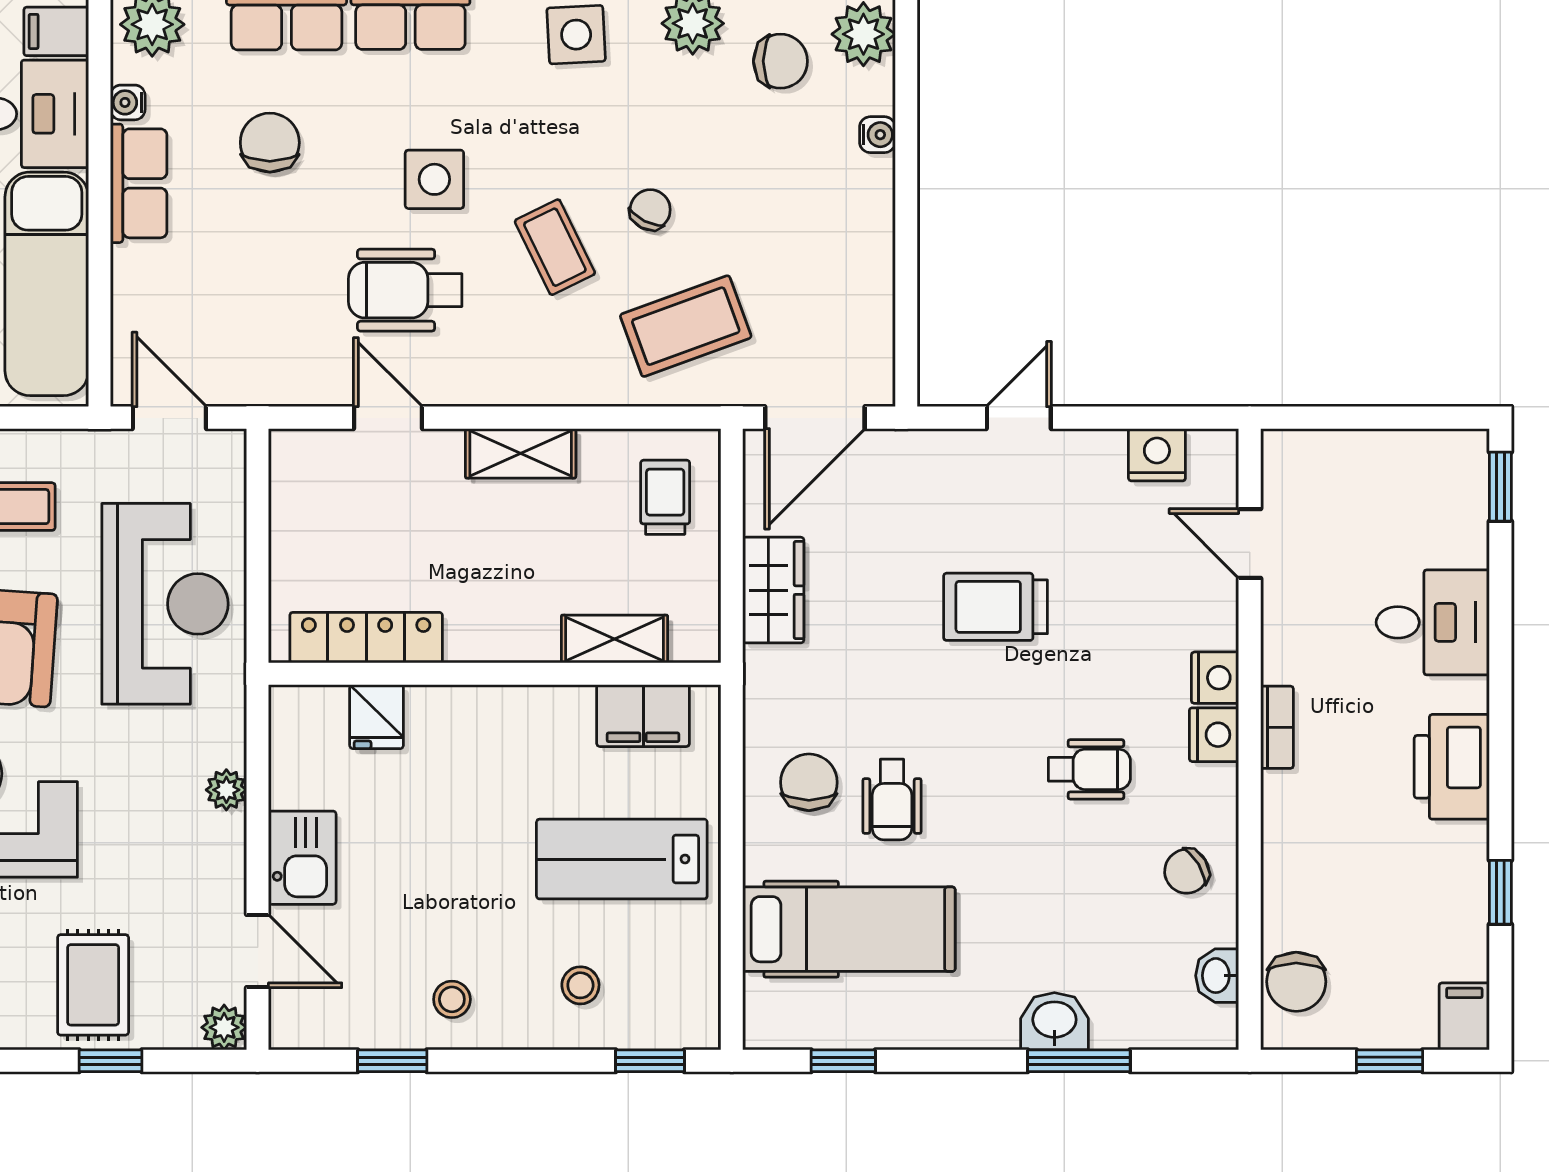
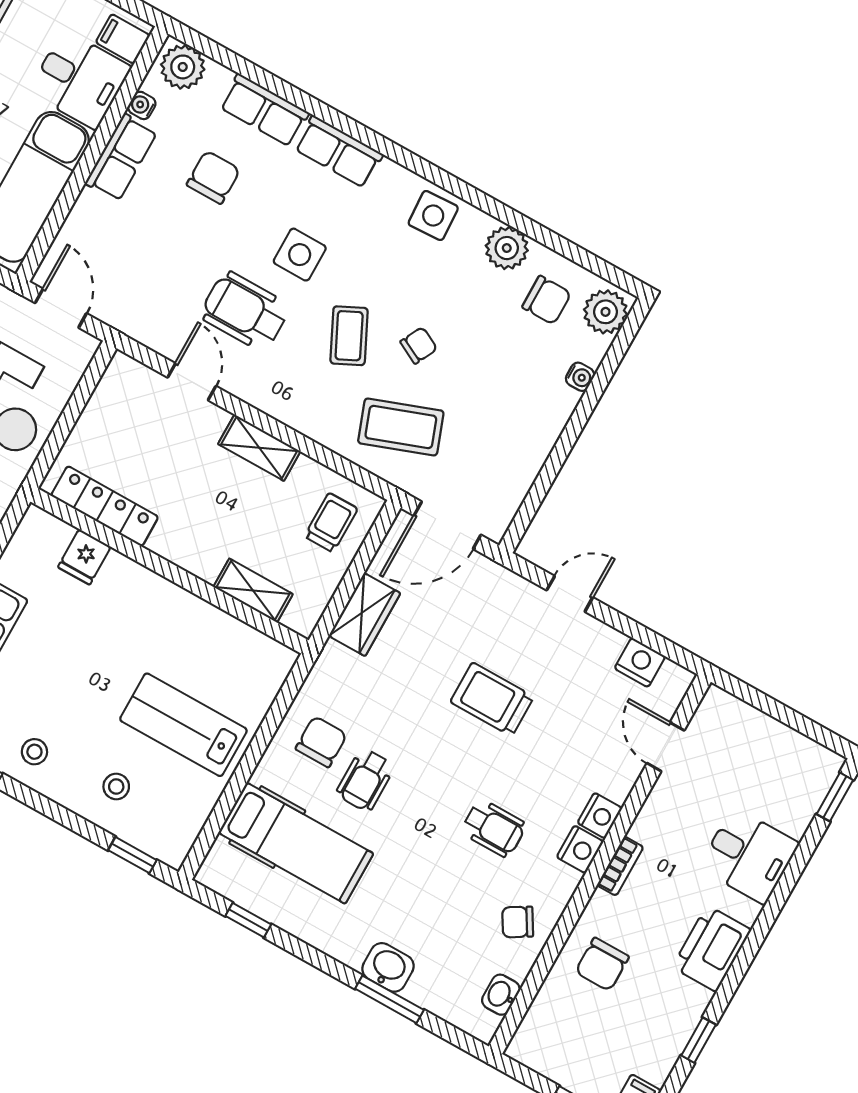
filing cabinet: (643, 716) -> (244, 646), removed
chair: (1296, 982) -> (602, 964), moved

